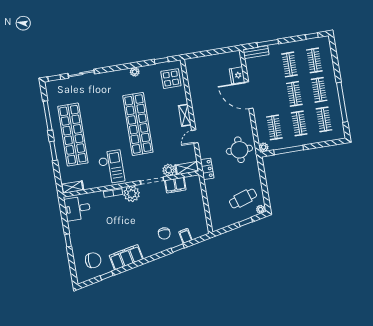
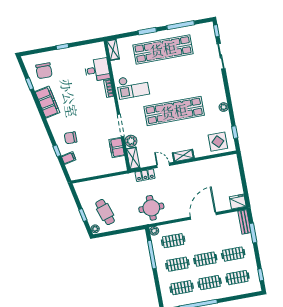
fridge: (237, 75) -> (238, 202), moved
locker: (207, 169) -> (145, 175), moved
plant: (132, 194) -> (108, 106), removed
desk: (77, 208) -> (97, 70), moved, turned 90

